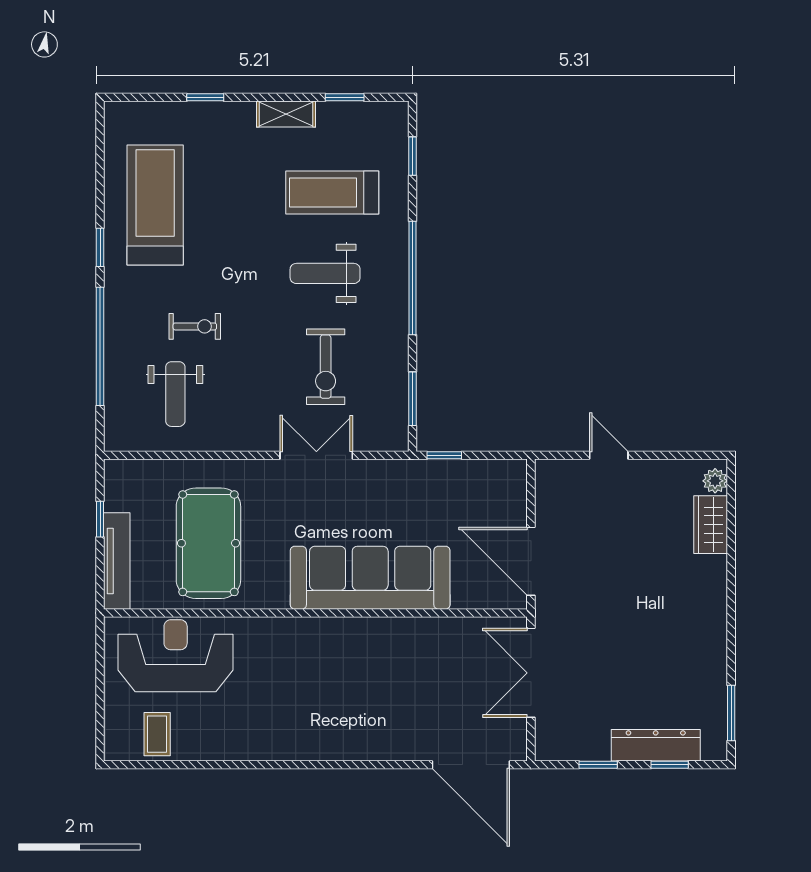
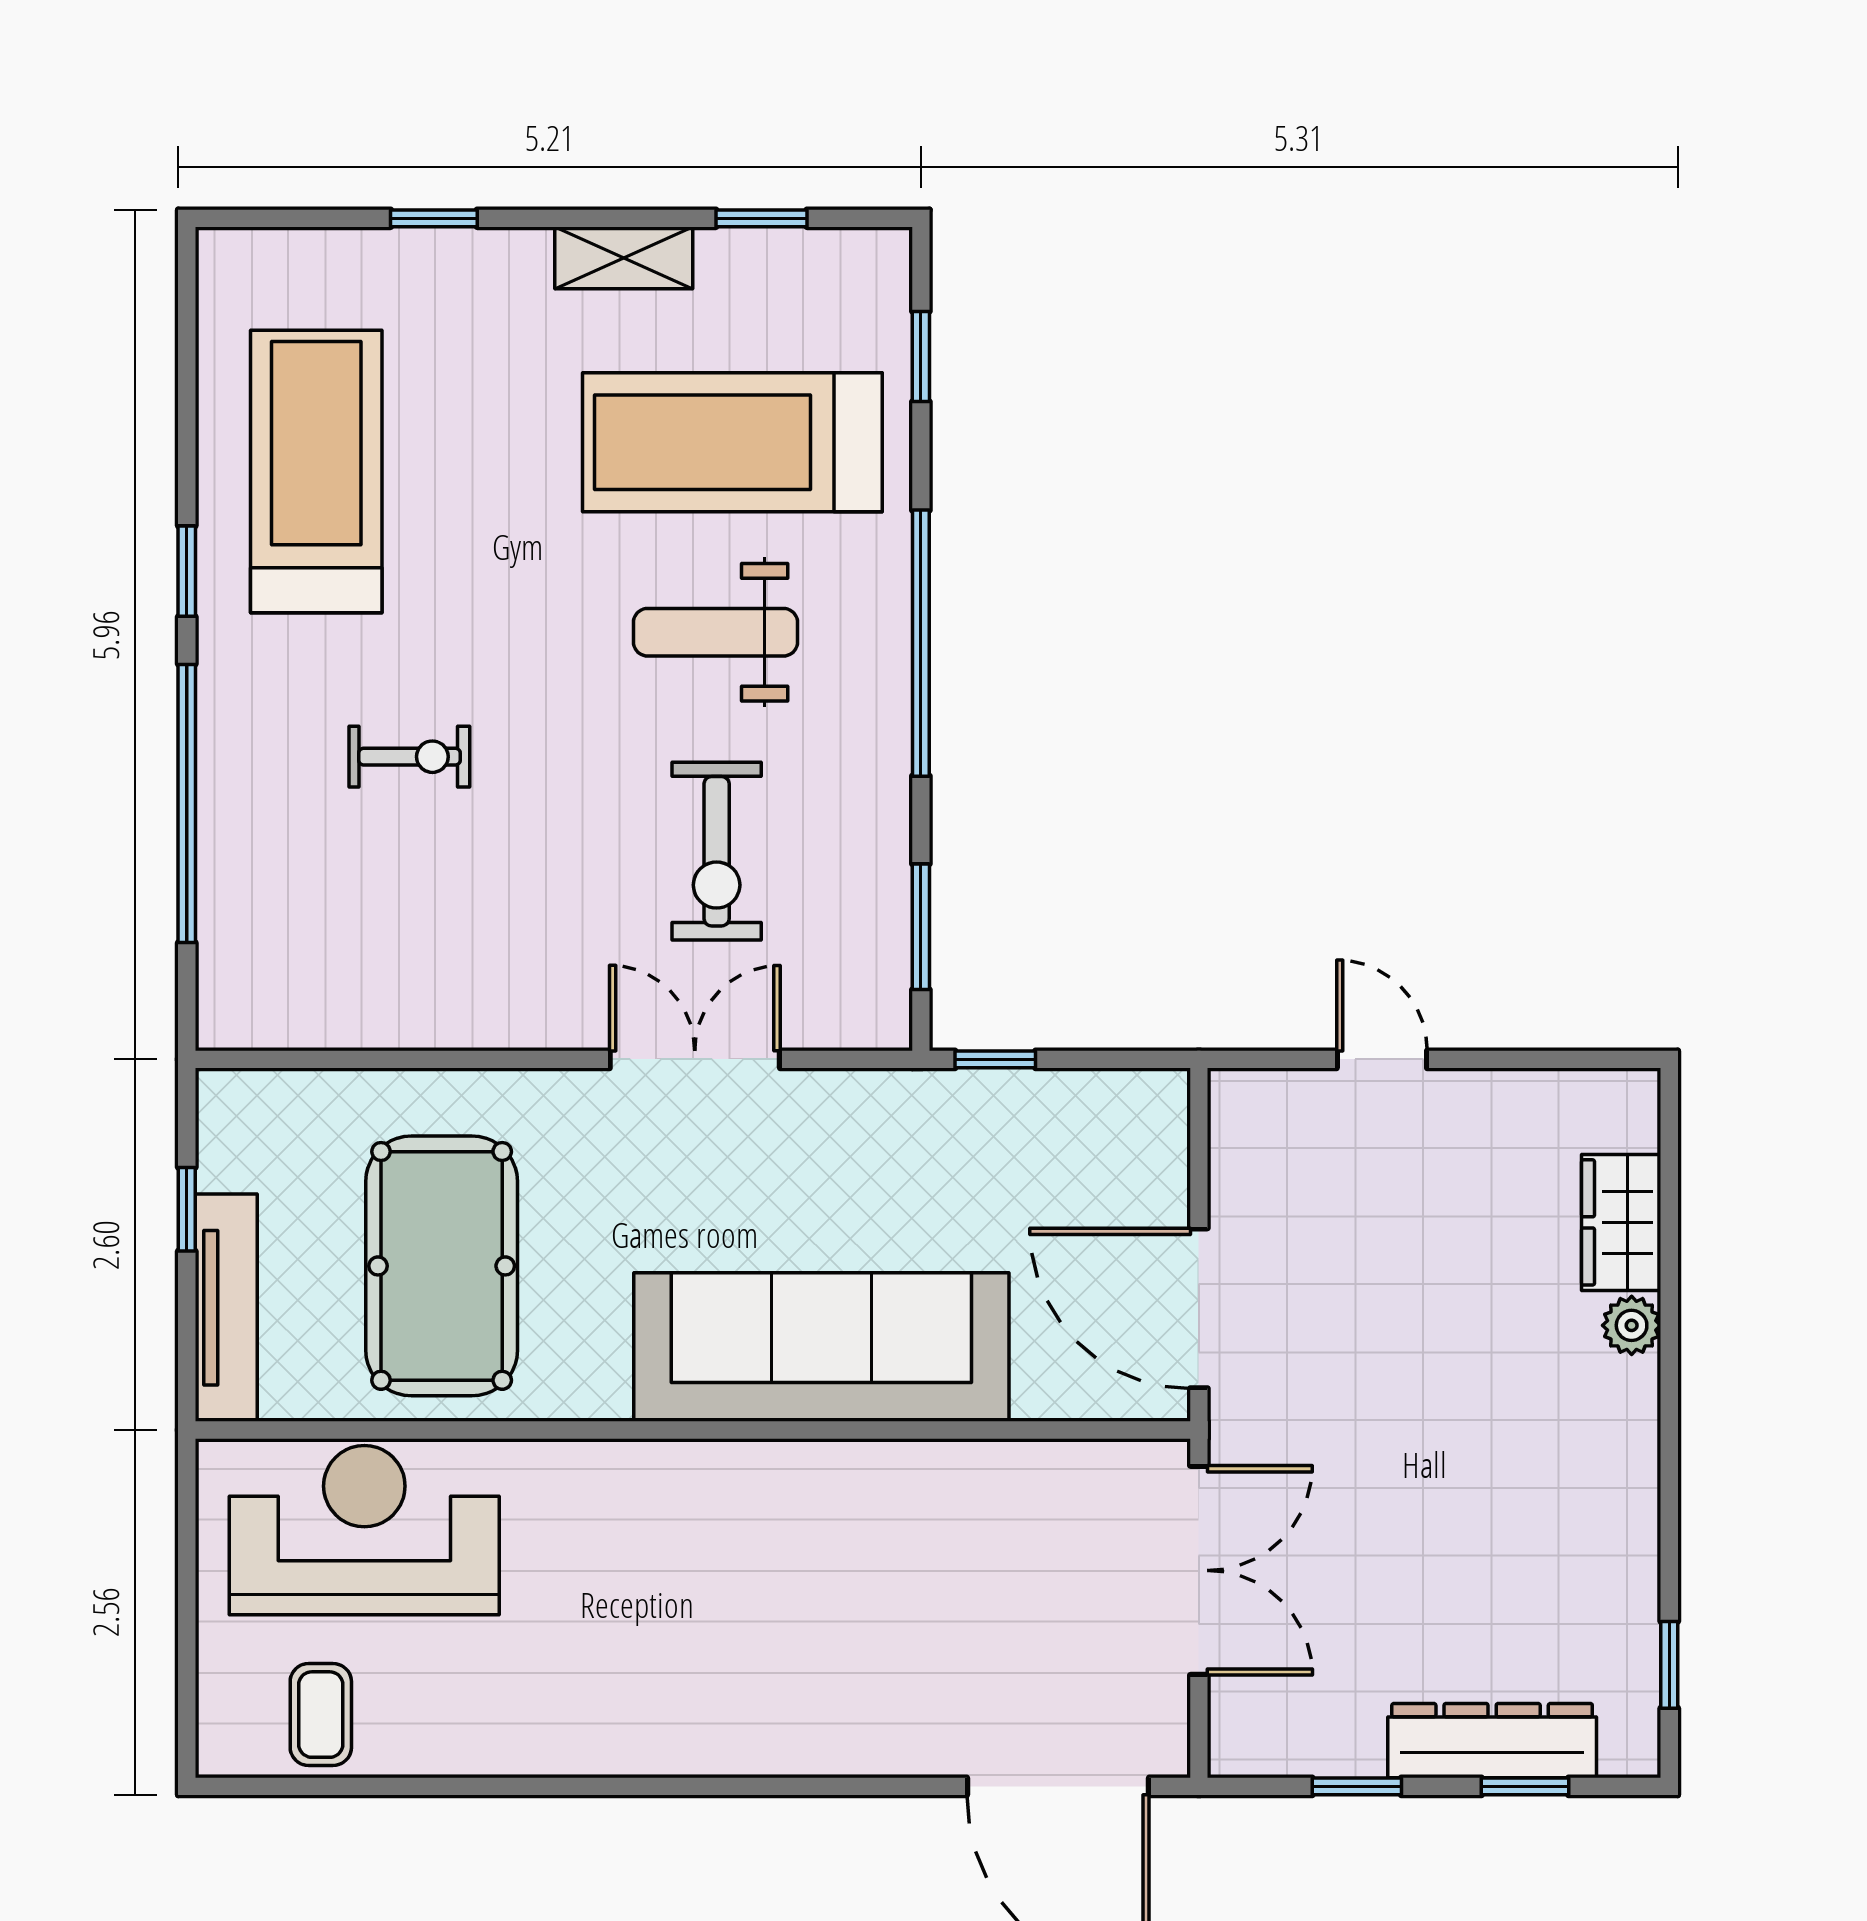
treadmill: (332, 193) -> (732, 442), width x1.37, depth x1.38
weight bench: (175, 394) -> (364, 916), removed
plant: (715, 481) -> (1632, 1325), moved
double door: (531, 673) -> (1199, 1570), swing flipped
window: (731, 713) -> (1669, 1665), width x0.67

